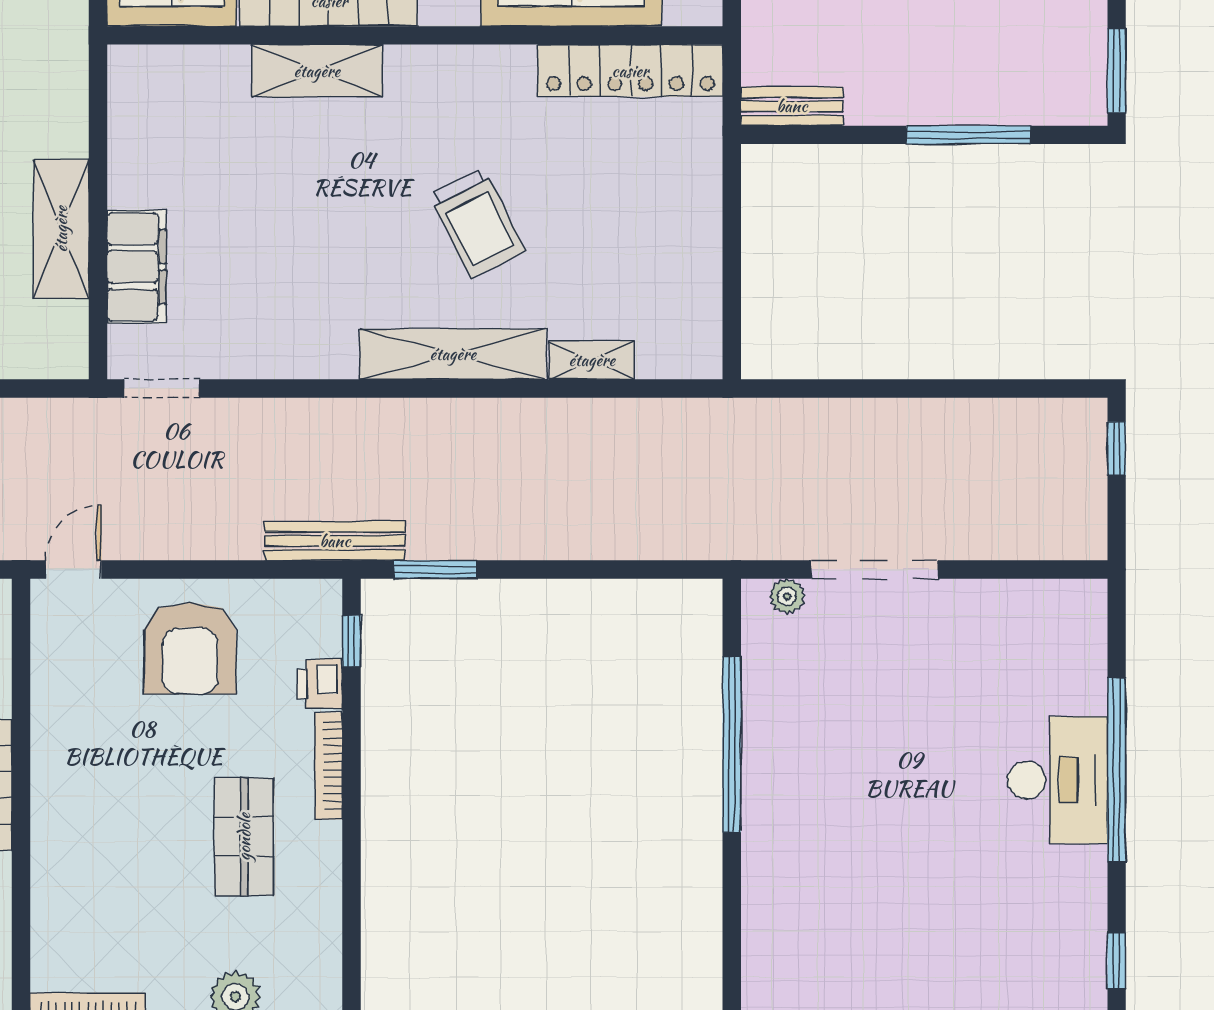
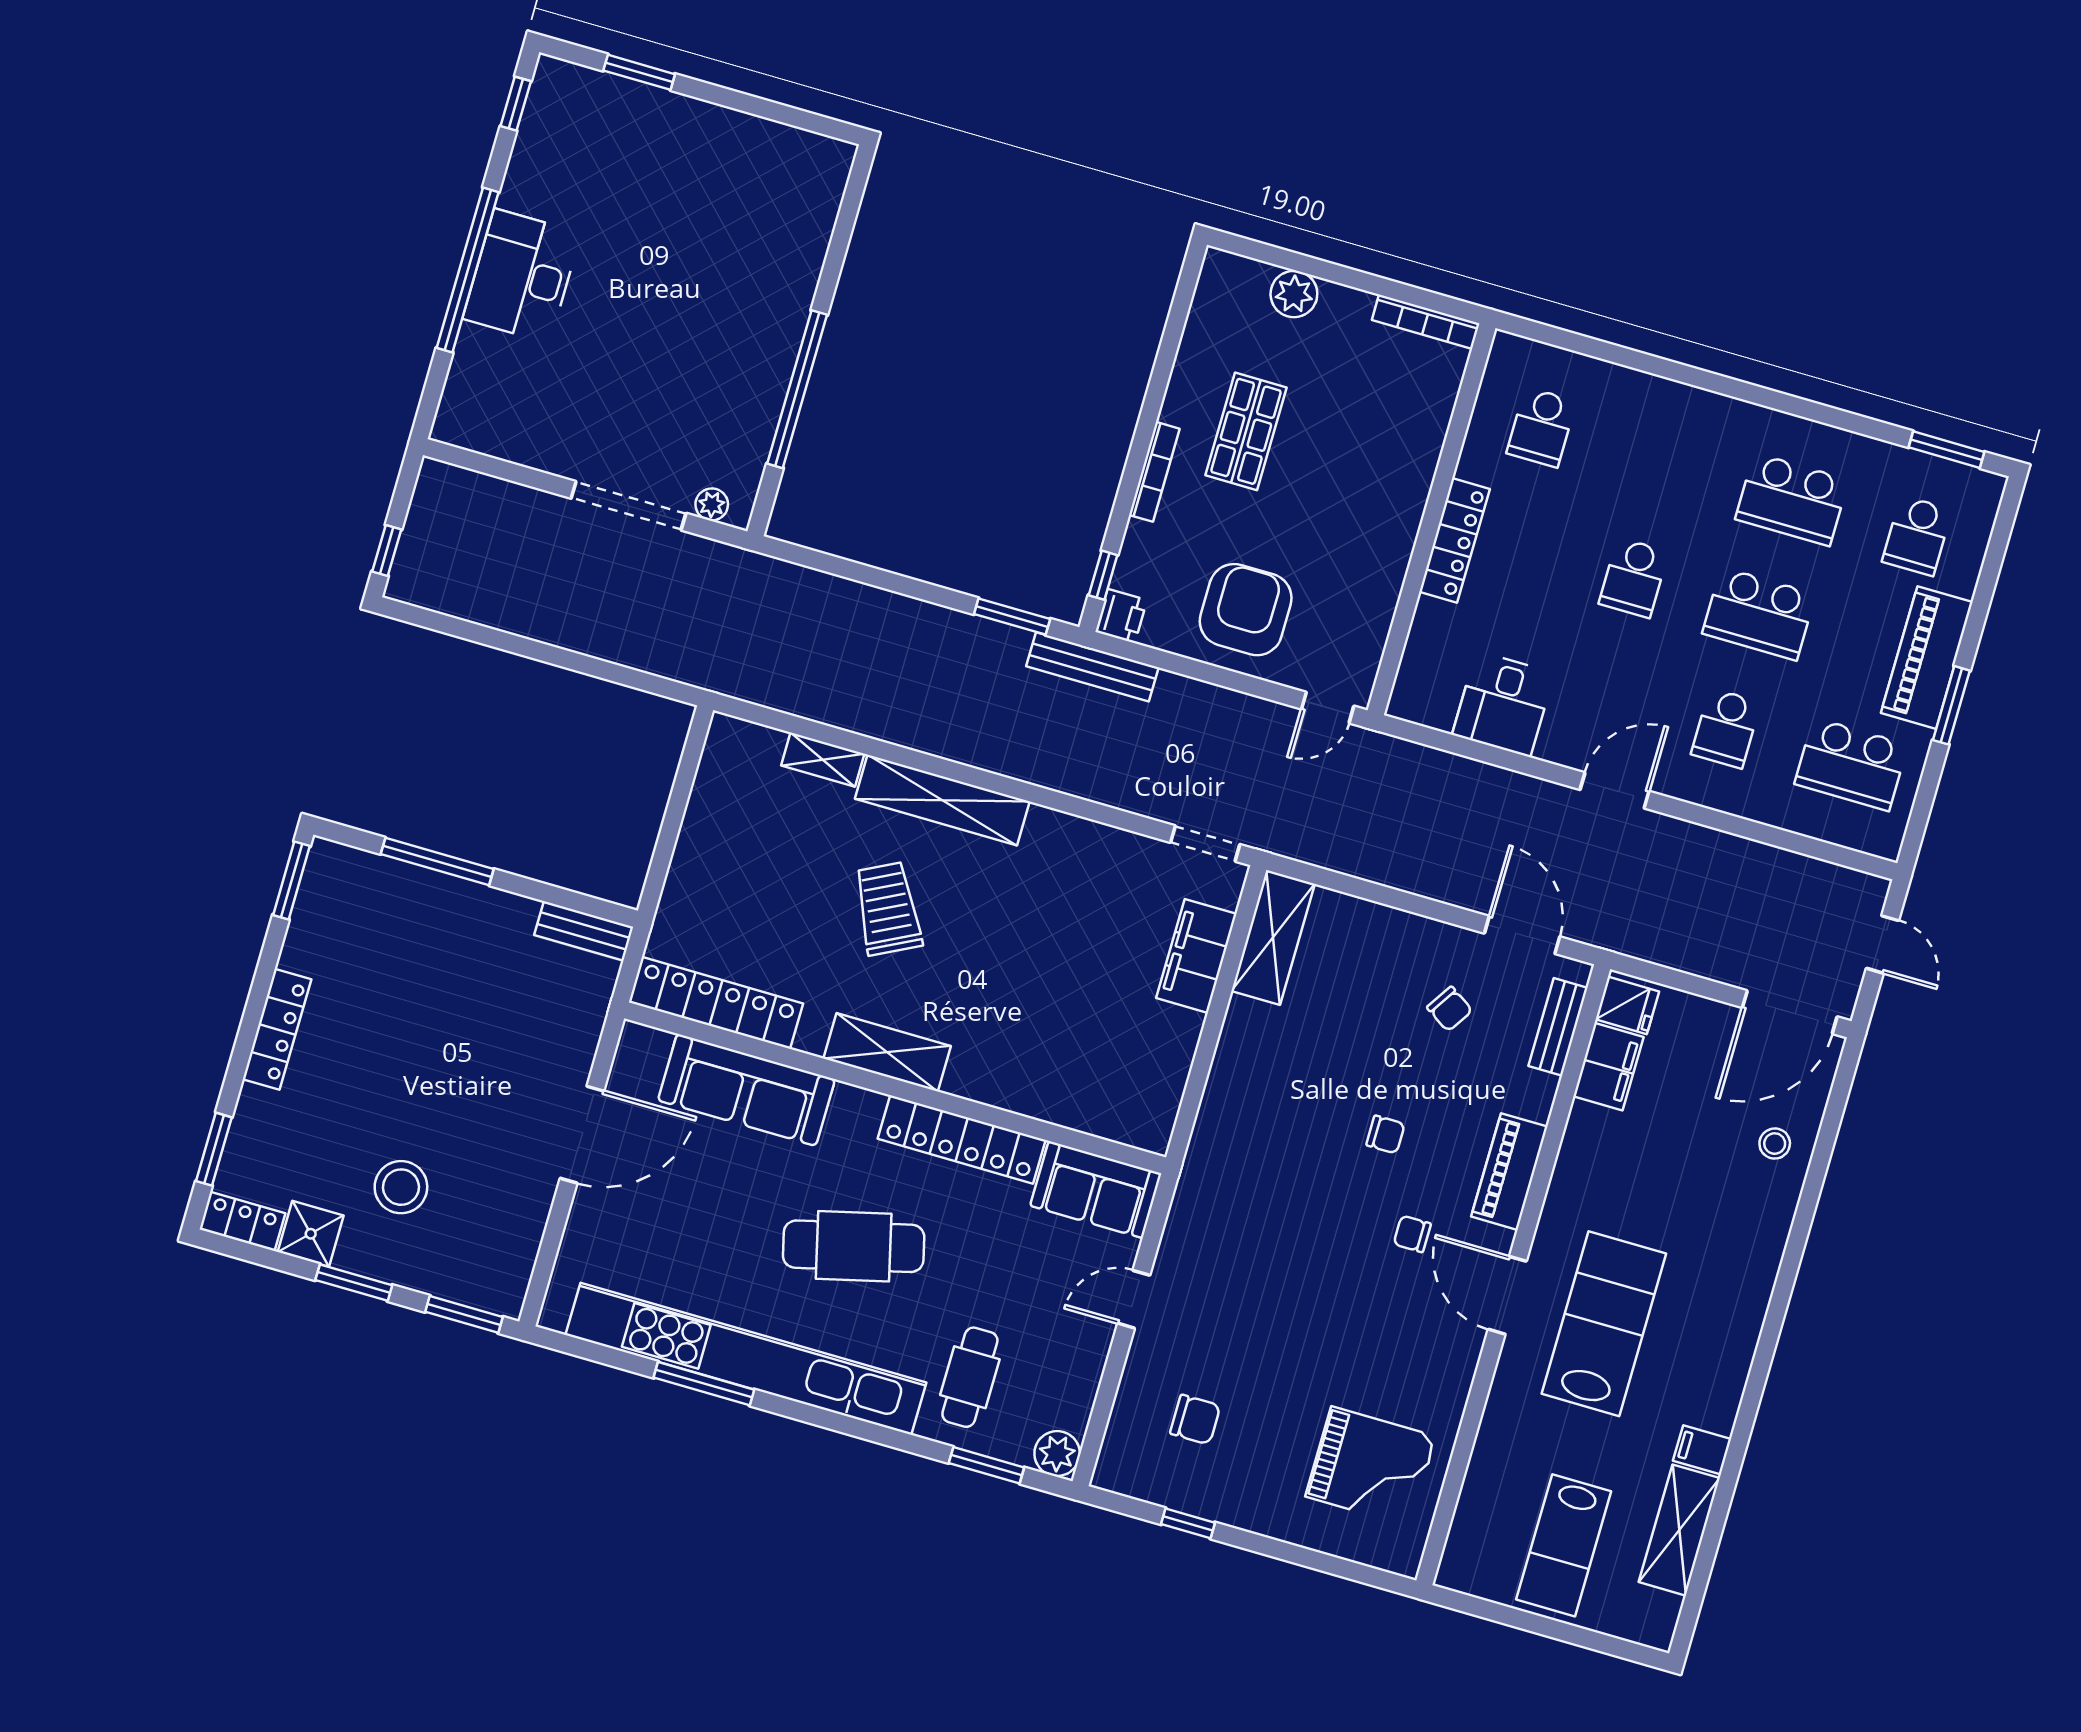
shelving: (317, 71) -> (887, 1052), moved
shelving: (61, 229) -> (1273, 937), moved
printer: (320, 684) -> (1121, 616), moved

